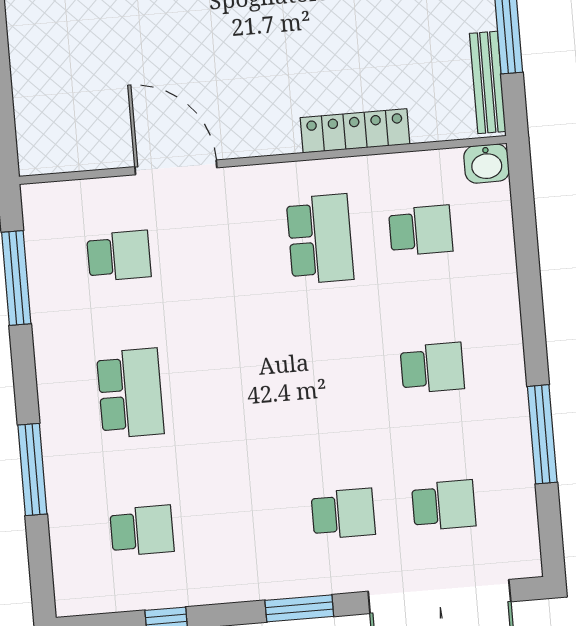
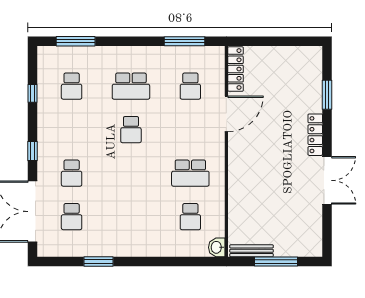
locker: (355, 131) -> (236, 69), moved
school desk: (432, 368) -> (131, 130), moved
window: (542, 434) -> (98, 261), width x0.69
window: (32, 469) -> (76, 41), moved
window: (299, 608) -> (33, 151), width x0.67

